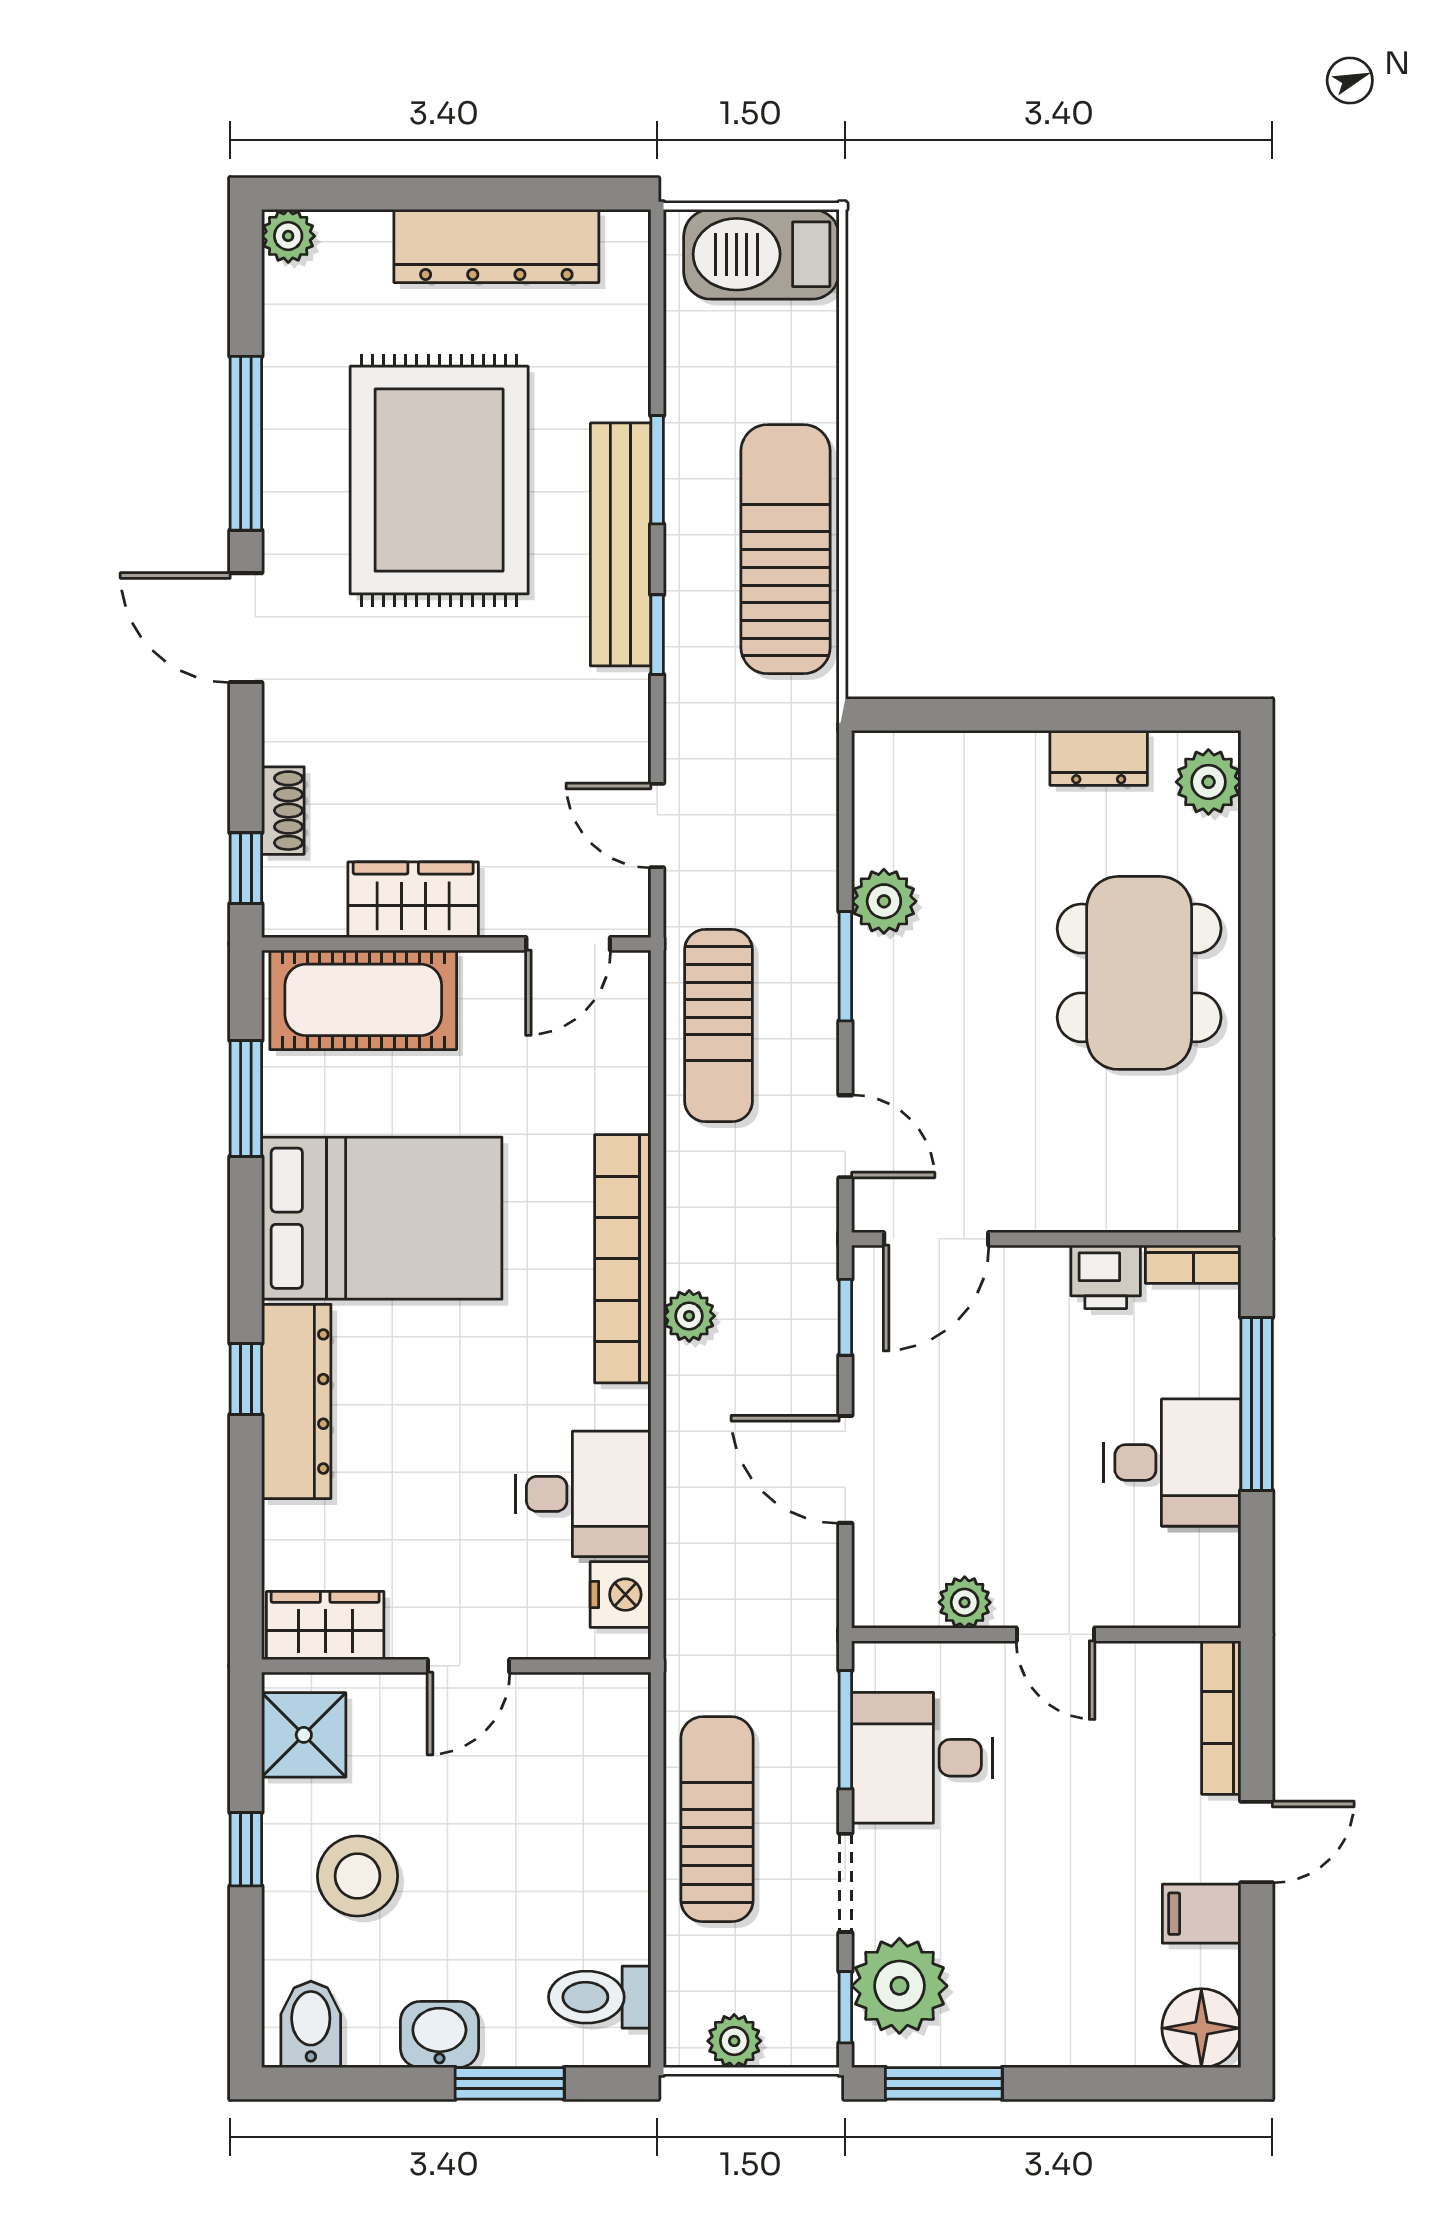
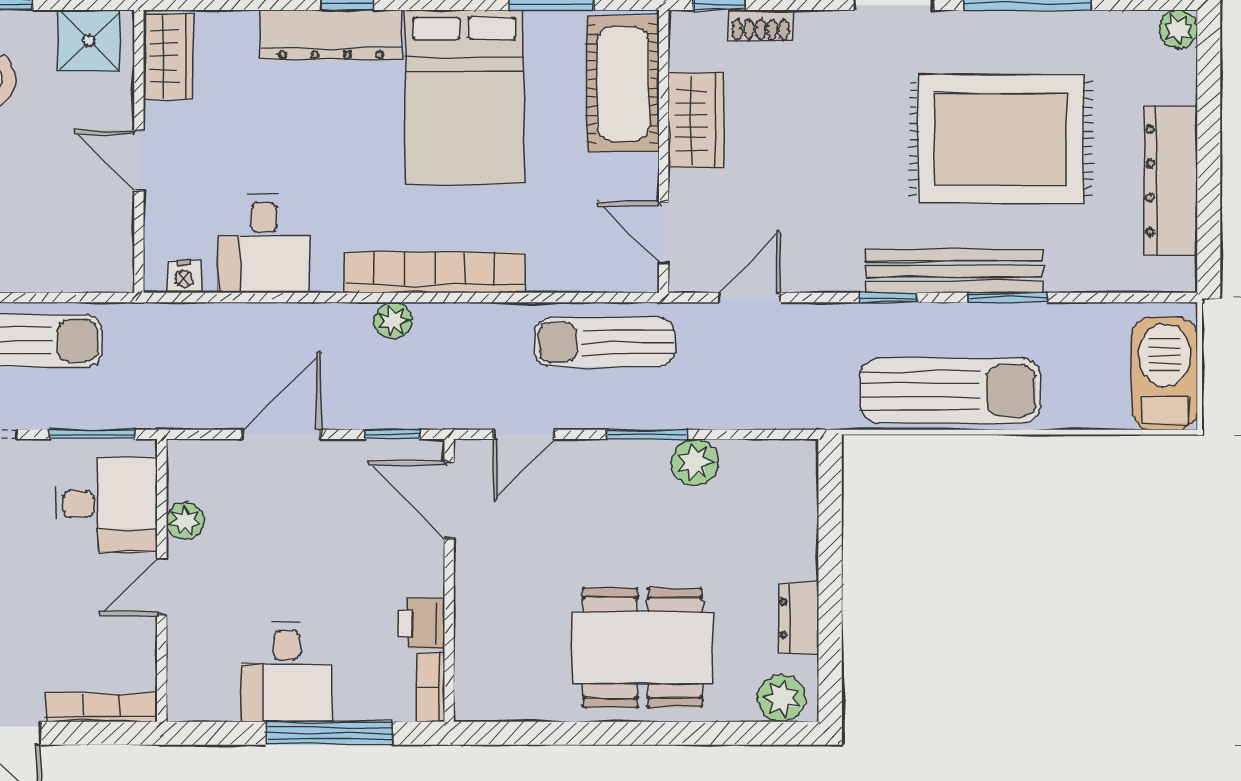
nightstand: (621, 1595) -> (184, 277), width x0.72, depth x0.74
desk: (922, 1758) -> (106, 504), moved, turned 90

